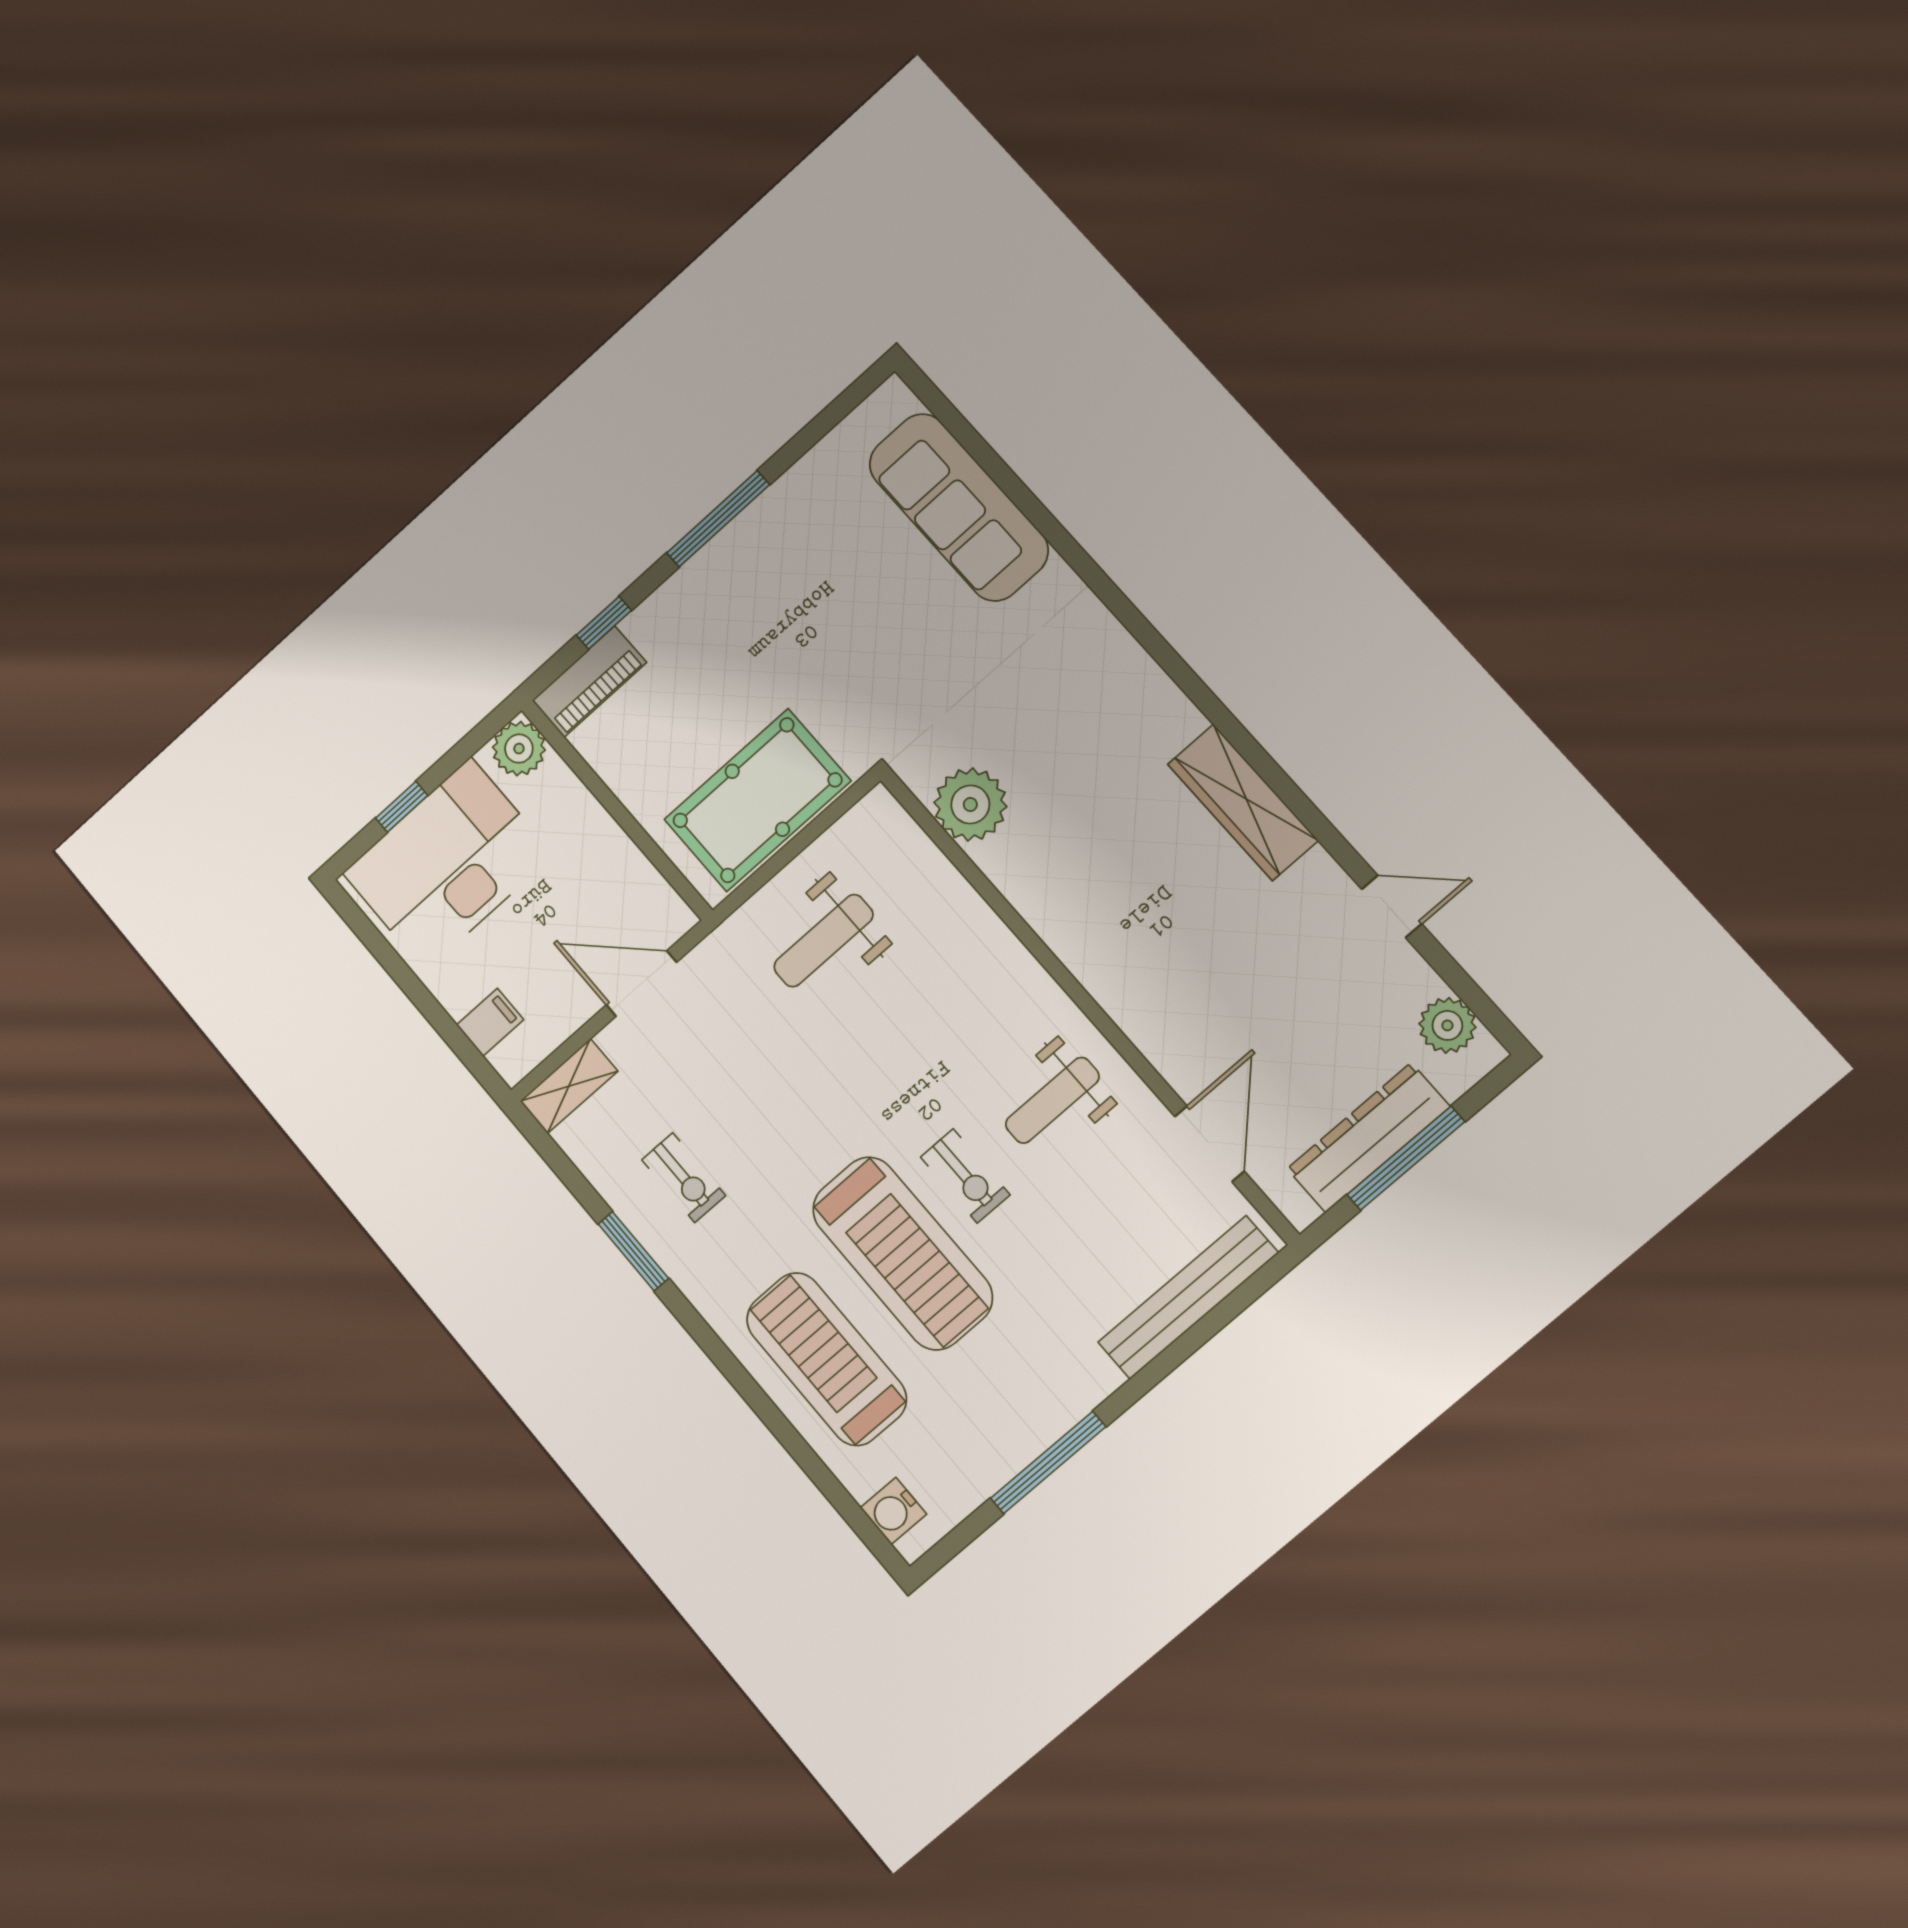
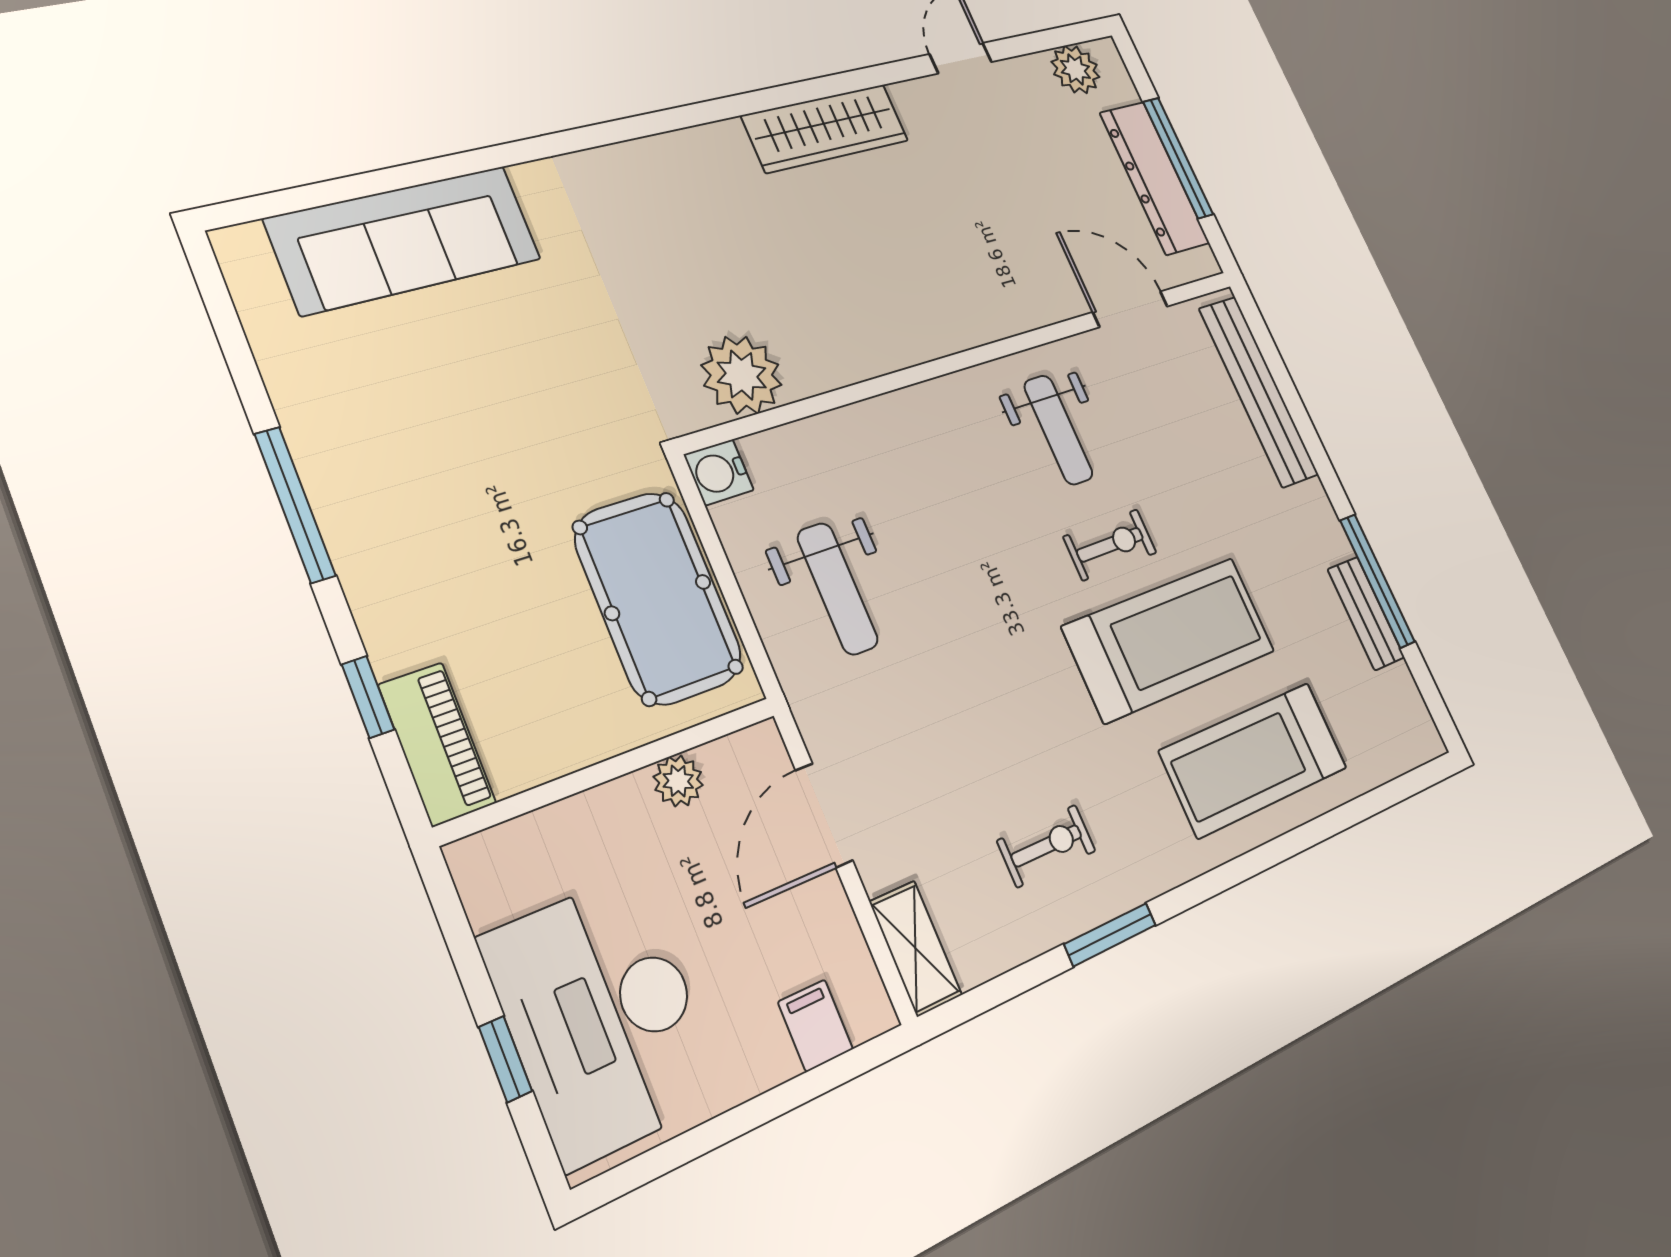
plant: (519, 749) -> (678, 781), moved, width x0.73, depth x0.73
bench: (1010, 1455) -> (1366, 613), added
water cooler: (894, 1511) -> (719, 472), moved, turned 90

